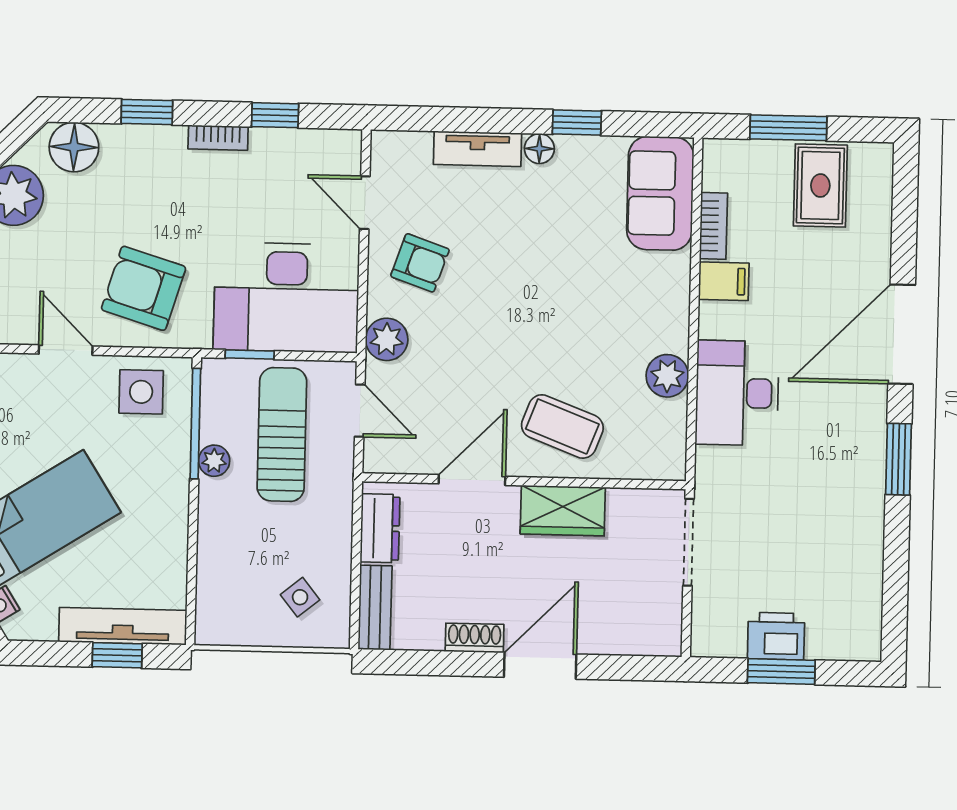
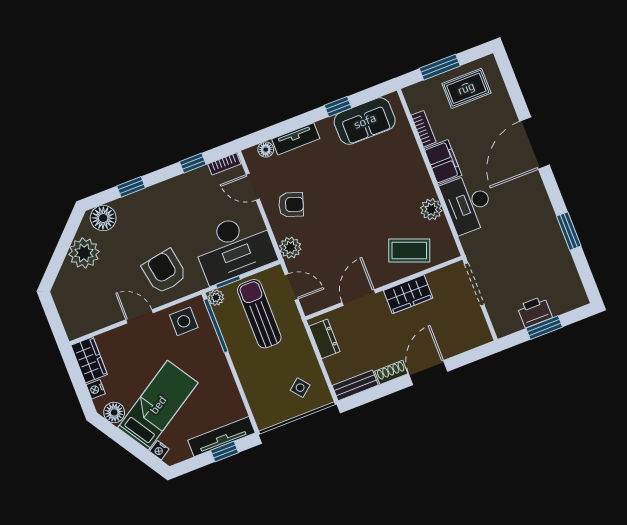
bookcase: (218, 138) -> (224, 164), moved
floor lamp: (539, 149) -> (266, 150), moved
rug: (820, 186) -> (466, 88), turned 90
sofa: (660, 193) -> (365, 121), moved, turned -90
filing cabinet: (724, 281) -> (443, 162), width x2.00
armchair: (144, 288) -> (164, 271), turned 63
coffee table: (562, 426) -> (409, 250), moved
window: (898, 459) -> (569, 231), moved
plant: (214, 461) -> (216, 298), moved
bench: (375, 608) -> (355, 385), moved, turned 90

